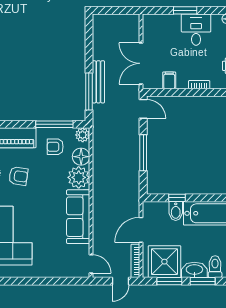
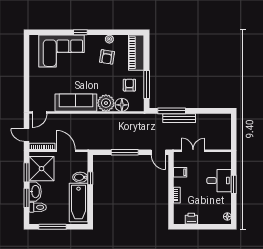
desk: (196, 30) -> (219, 181), moved
double door: (141, 63) -> (193, 151), width x0.73
door: (143, 109) -> (158, 152), hinge flipped
plant: (83, 135) -> (138, 106), removed

